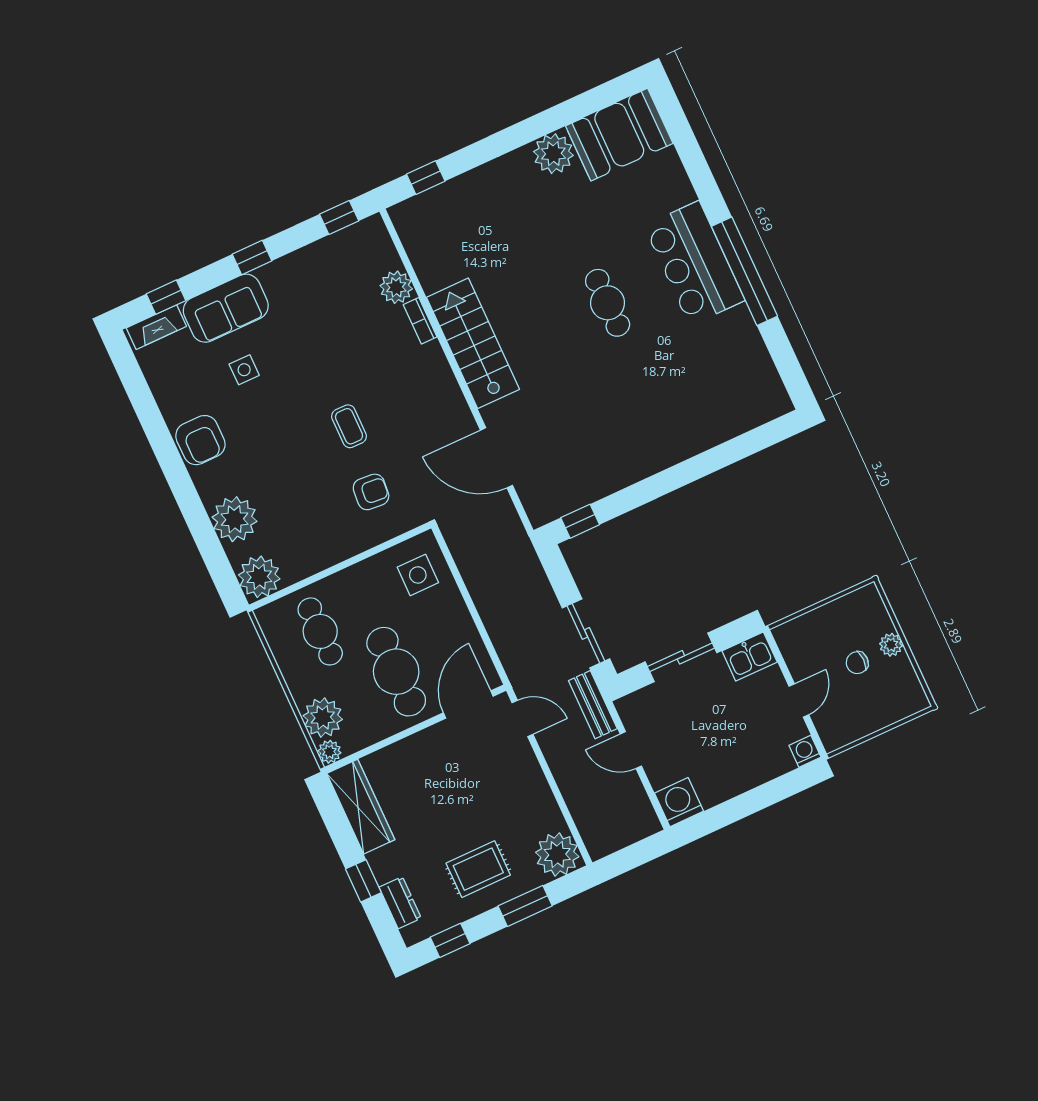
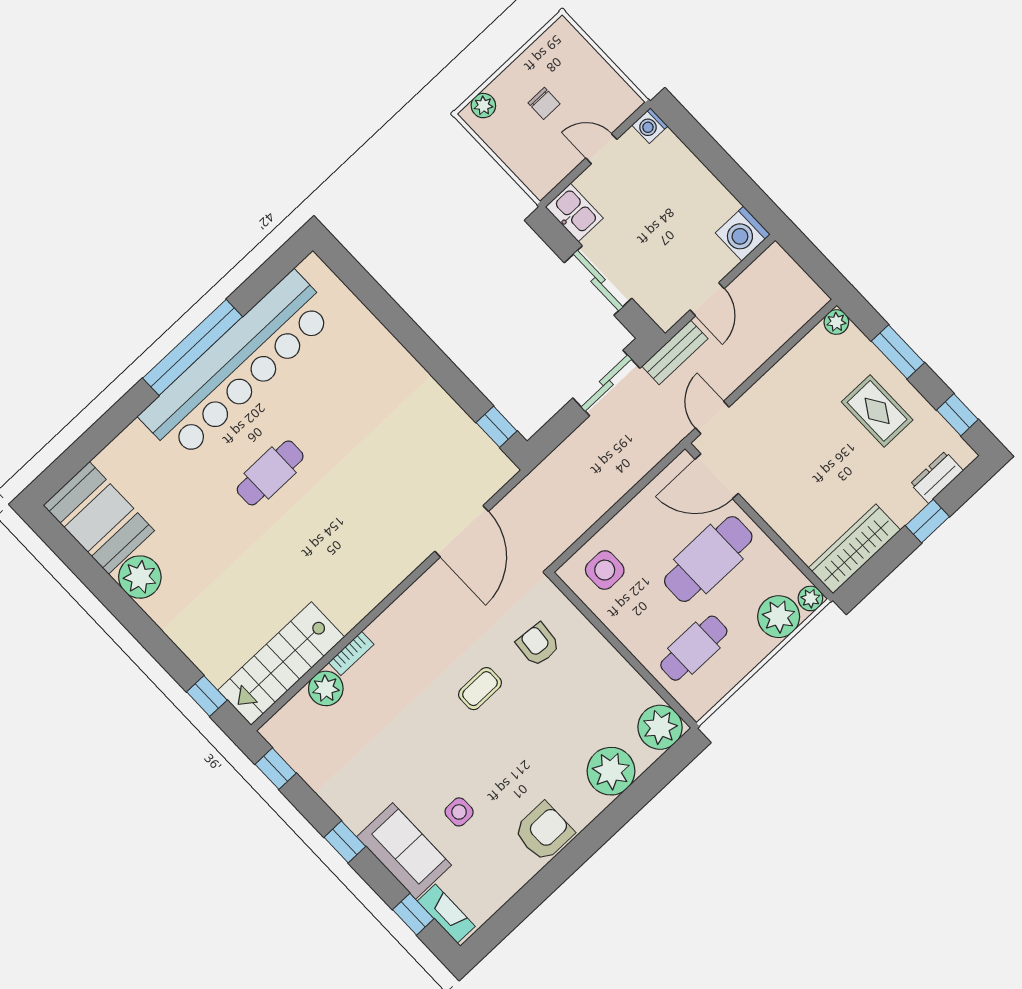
bar counter: (694, 263) -> (238, 366), width x1.86
stairs: (473, 343) -> (281, 664), moved
plant: (891, 645) -> (483, 106), moved
plant: (557, 854) -> (836, 322), width x0.53, depth x0.53

